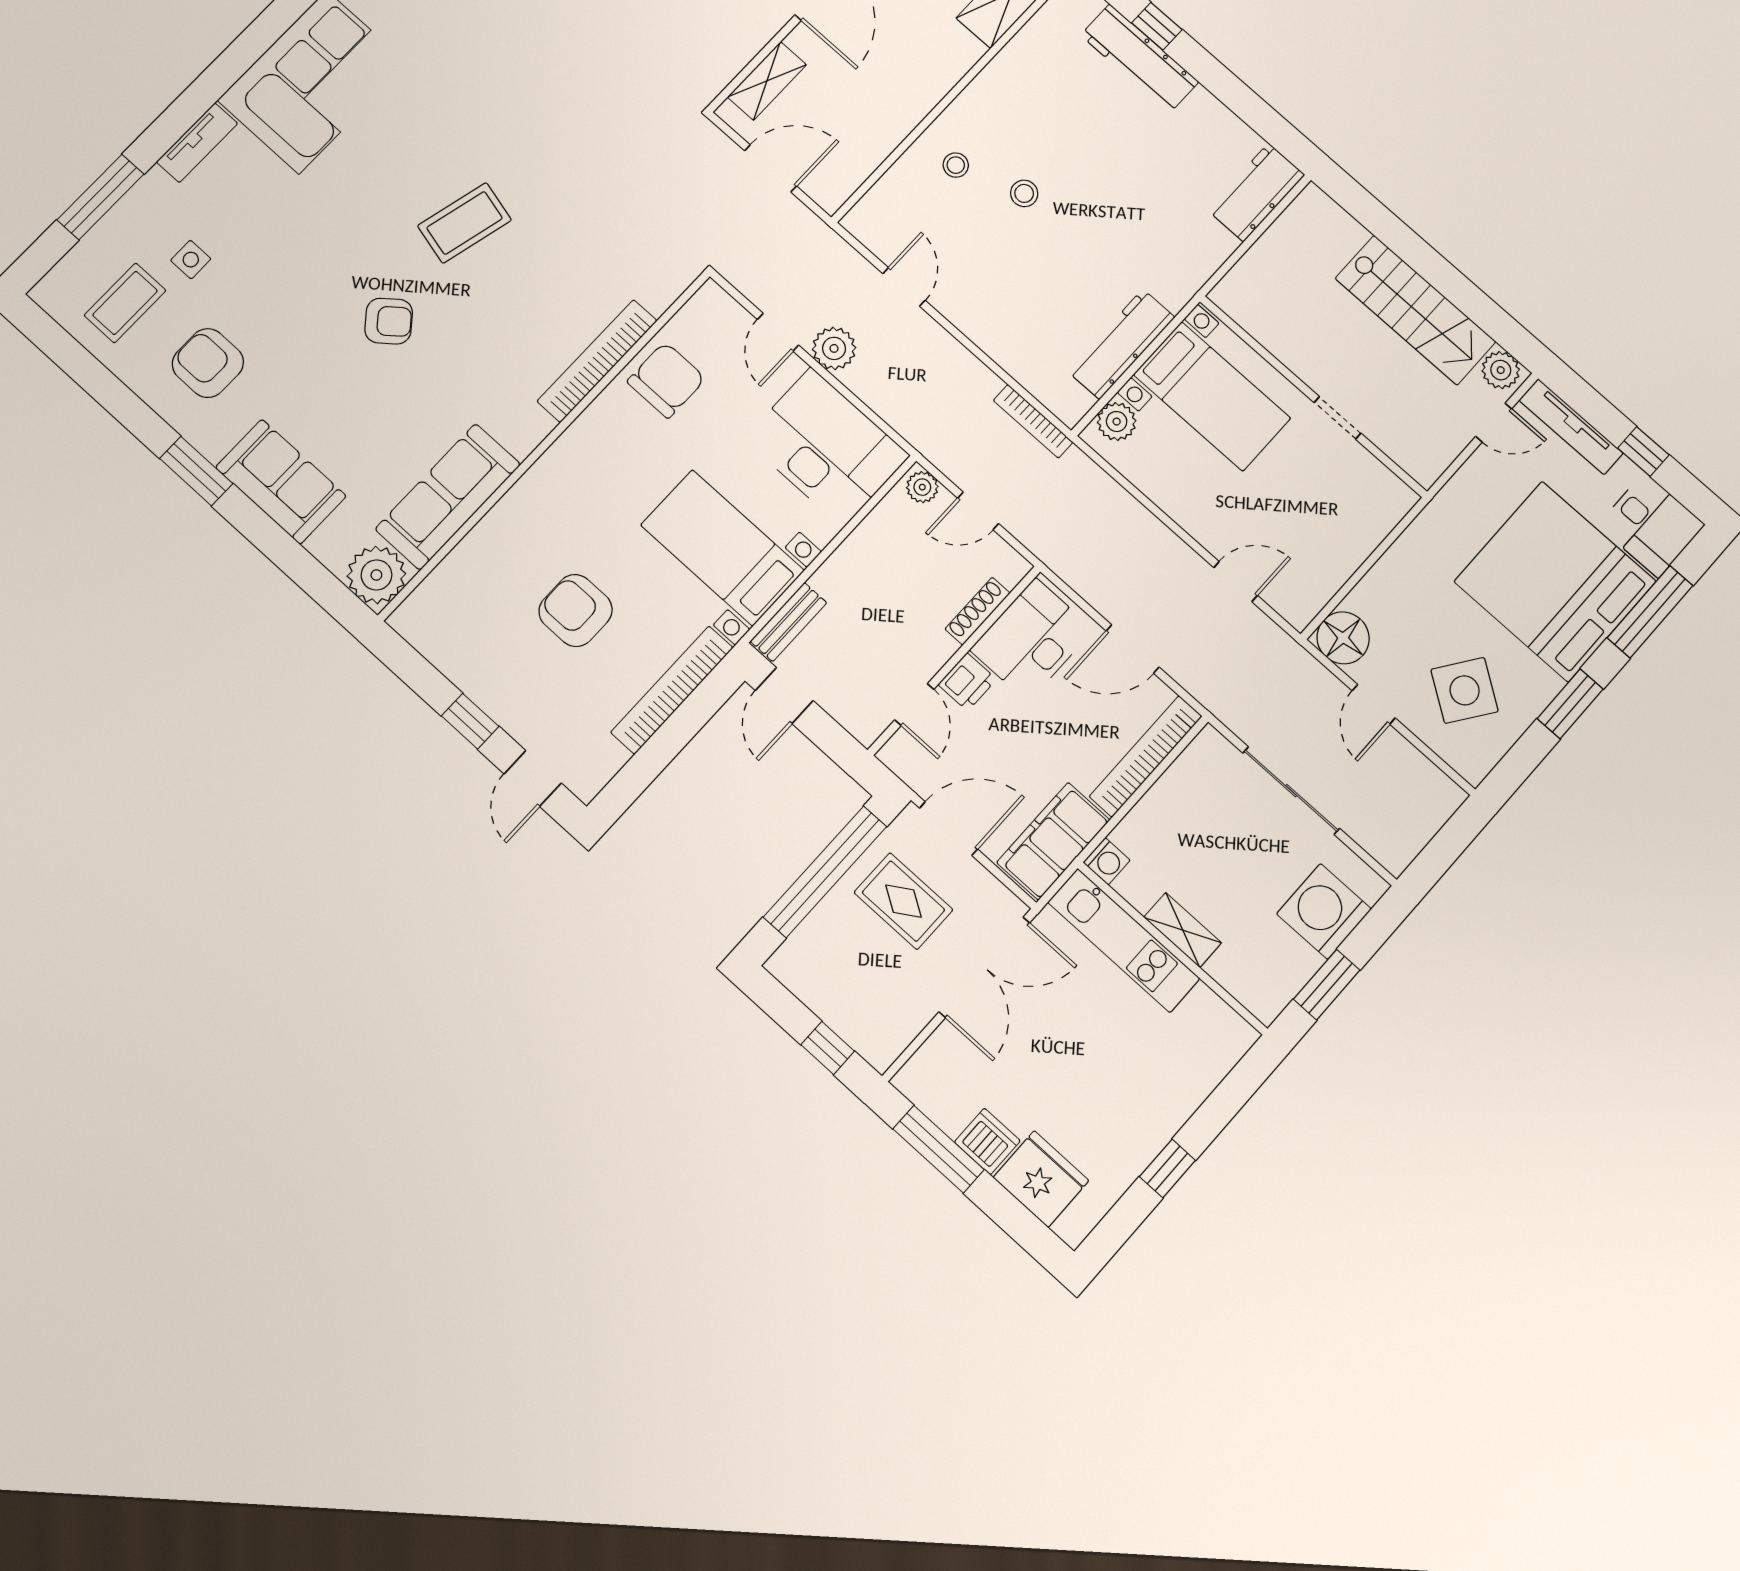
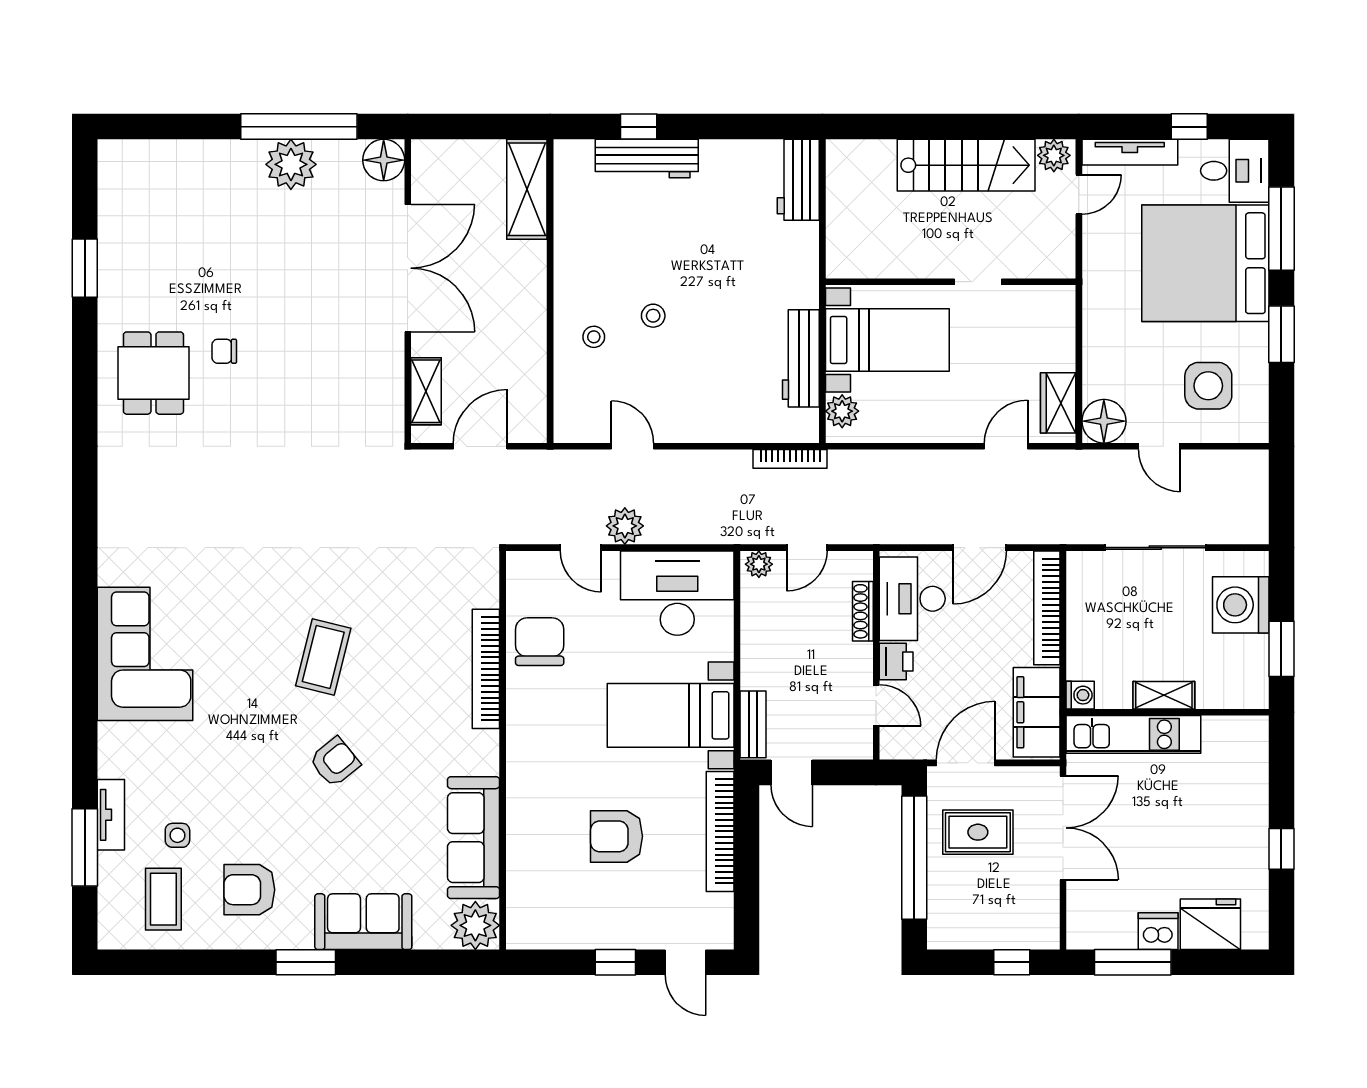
tv unit: (197, 143) -> (111, 815), moved
wardrobe: (1316, 585) -> (1058, 403), added
side table: (1465, 690) -> (1208, 386), turned -35

